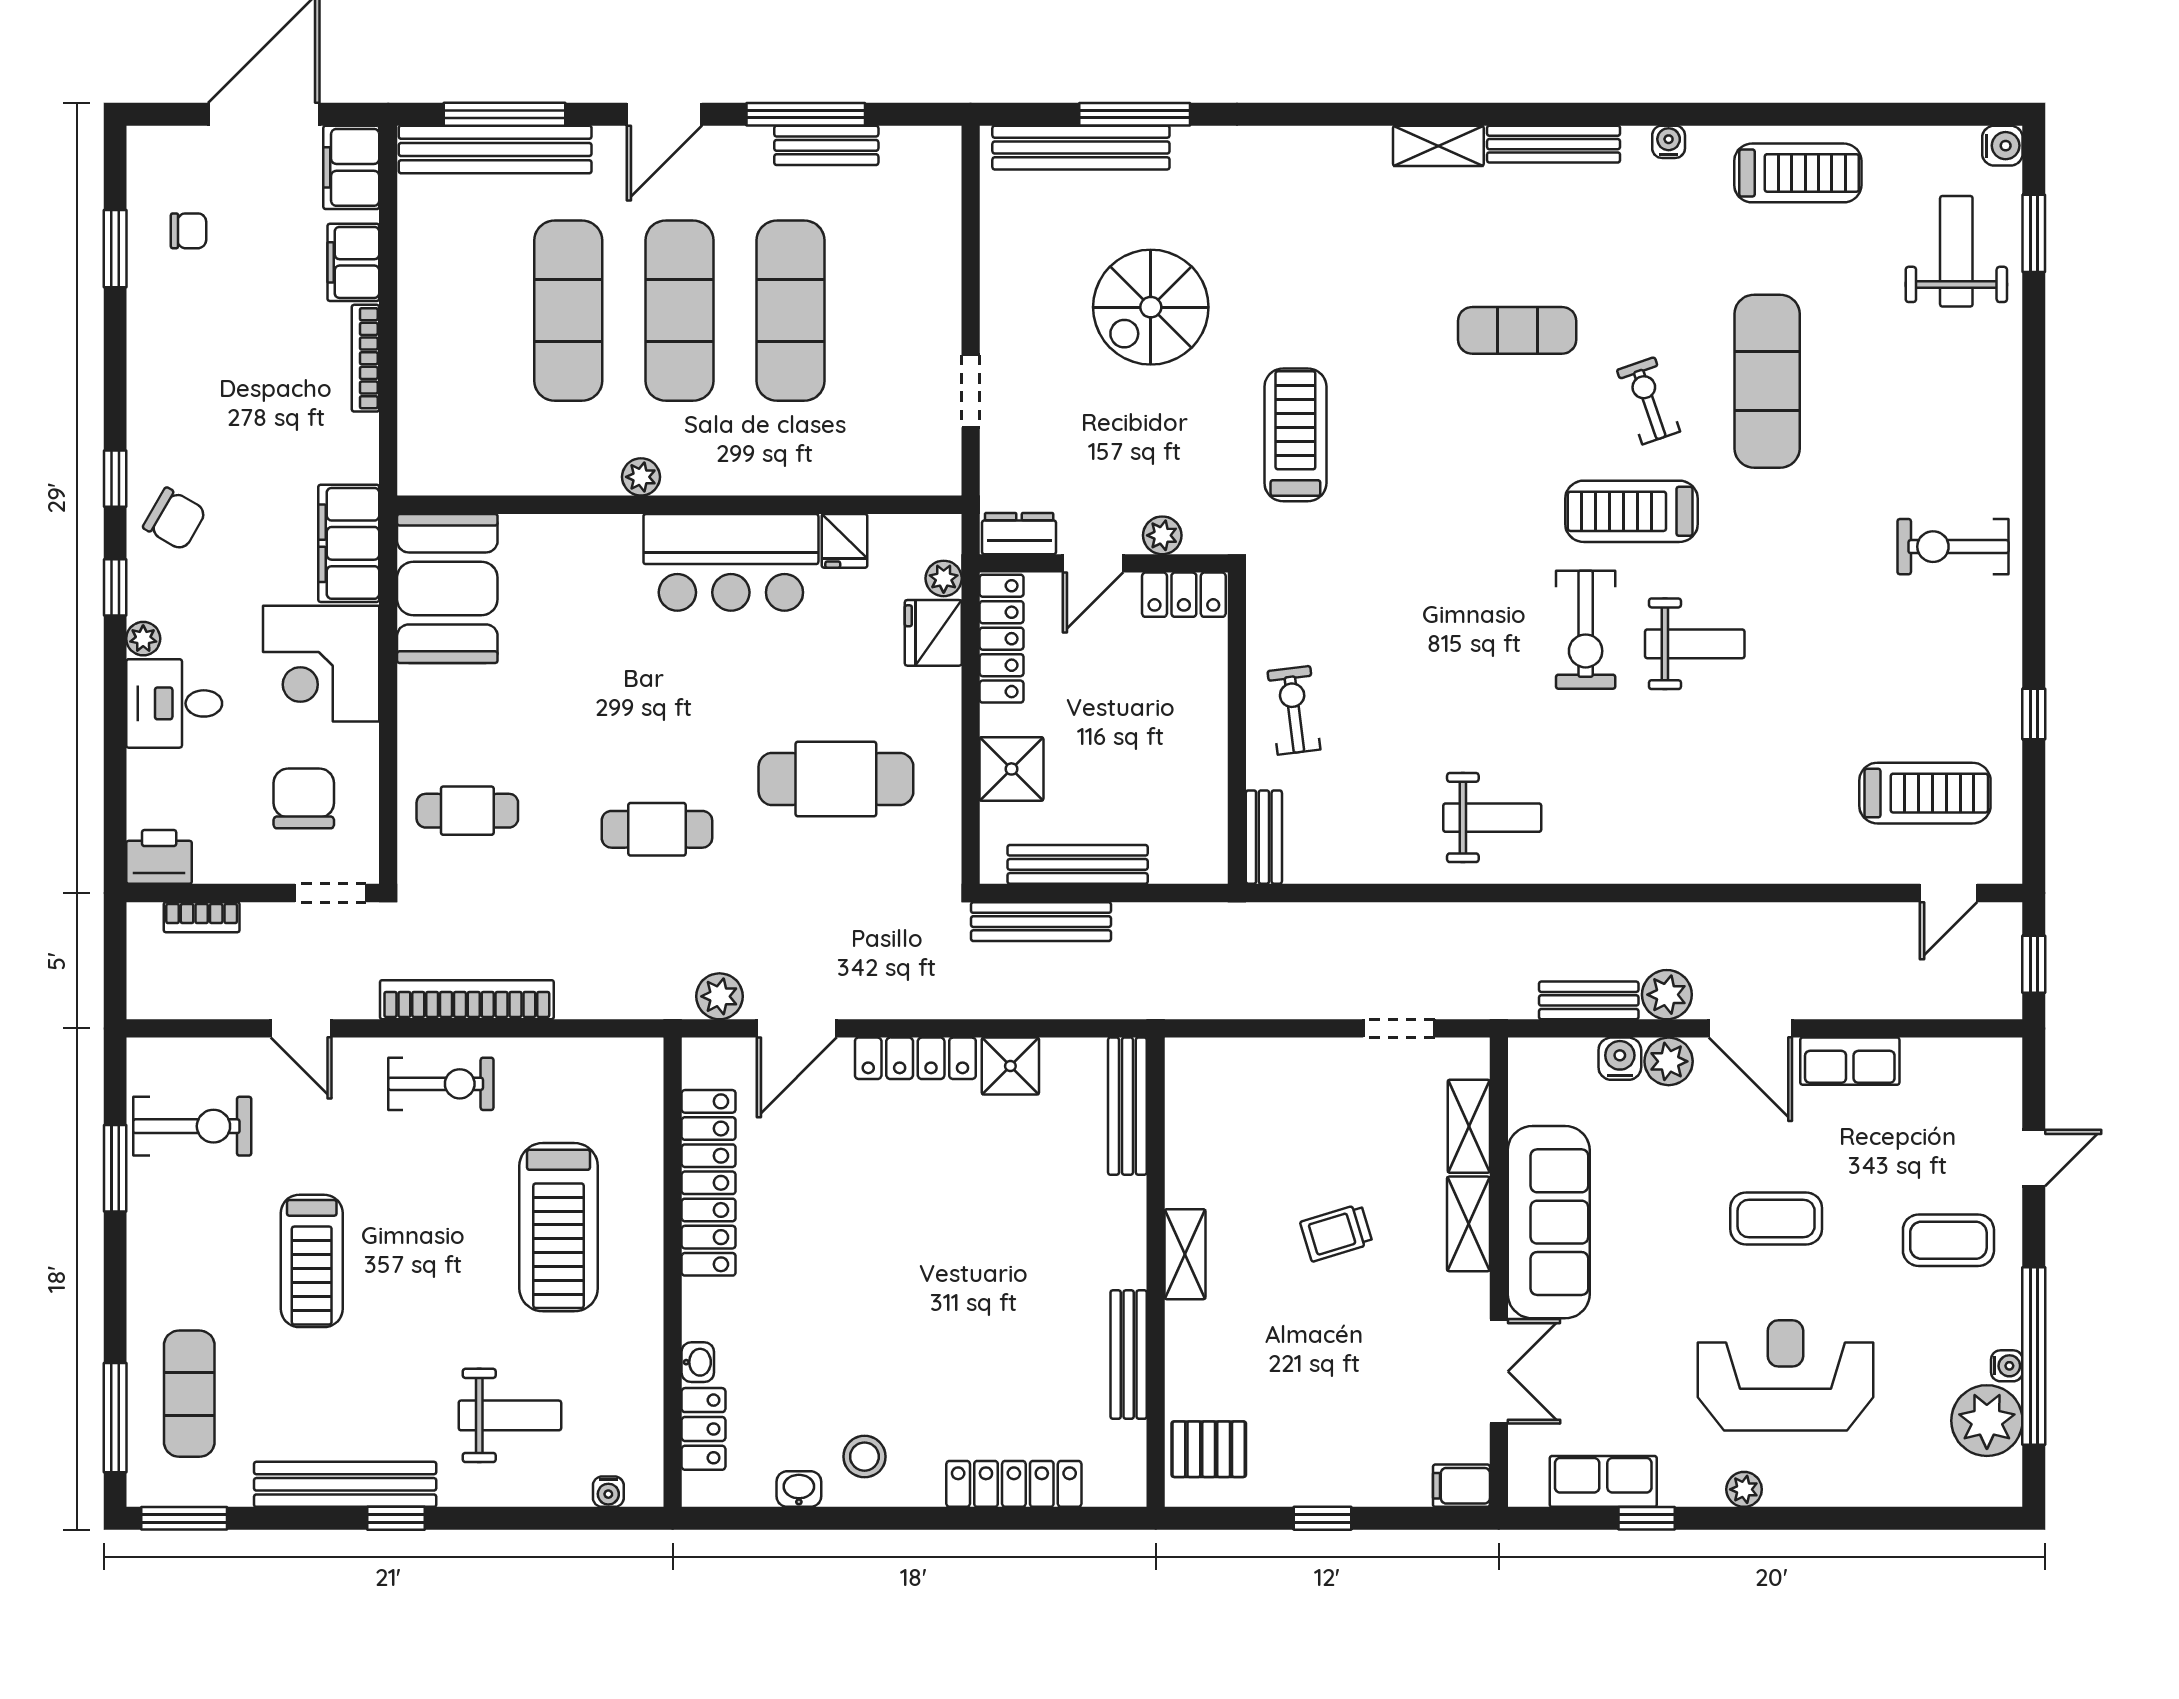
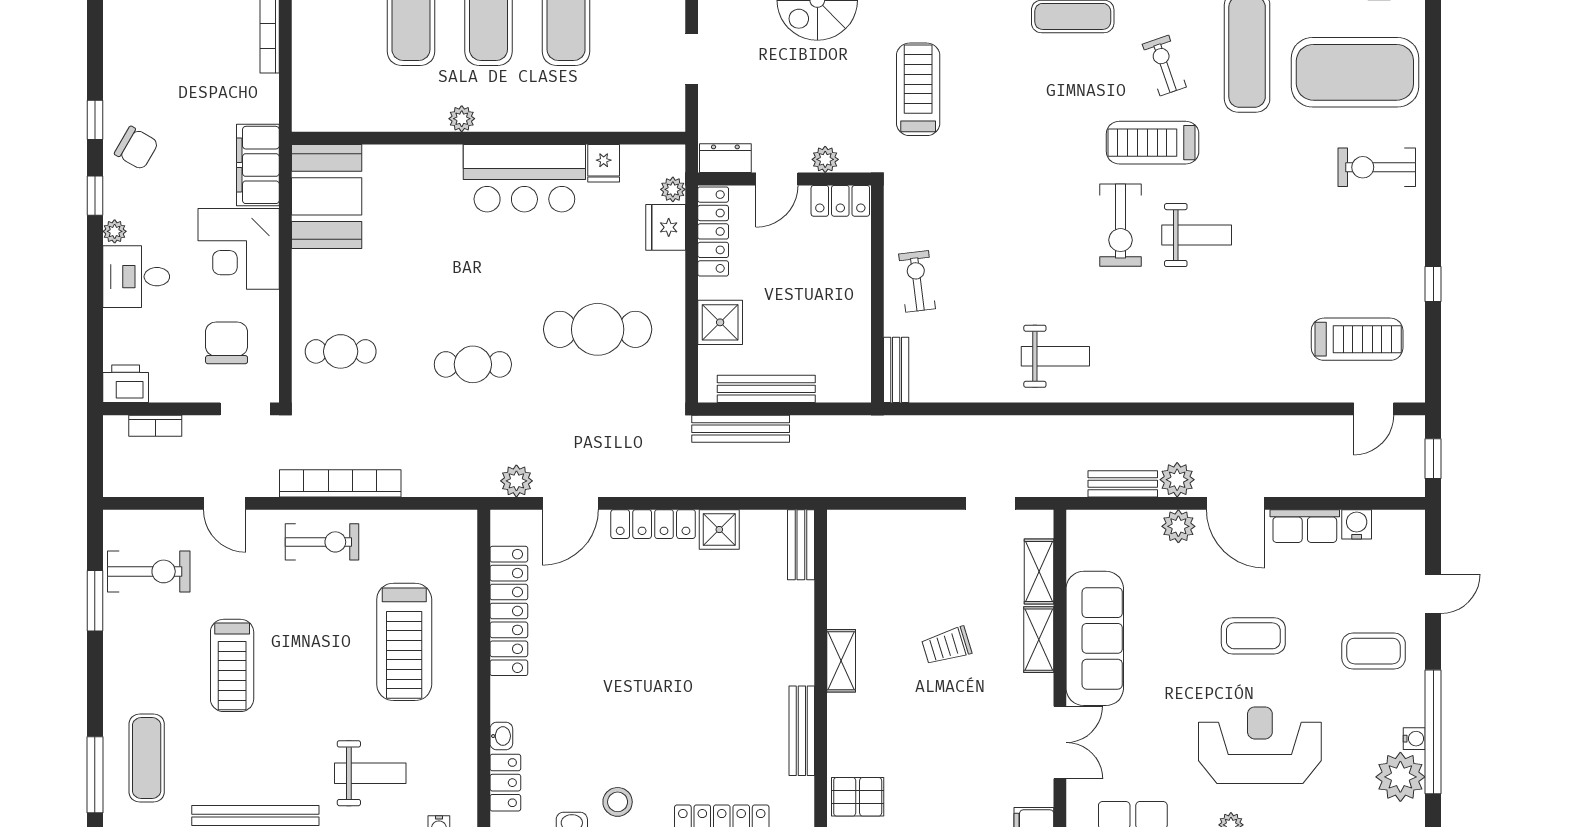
exercise mat: (1922, 410) -> (1355, 72), added
water cooler: (1620, 1059) -> (1357, 524), moved
bench: (1127, 1106) -> (801, 545), width x0.73

